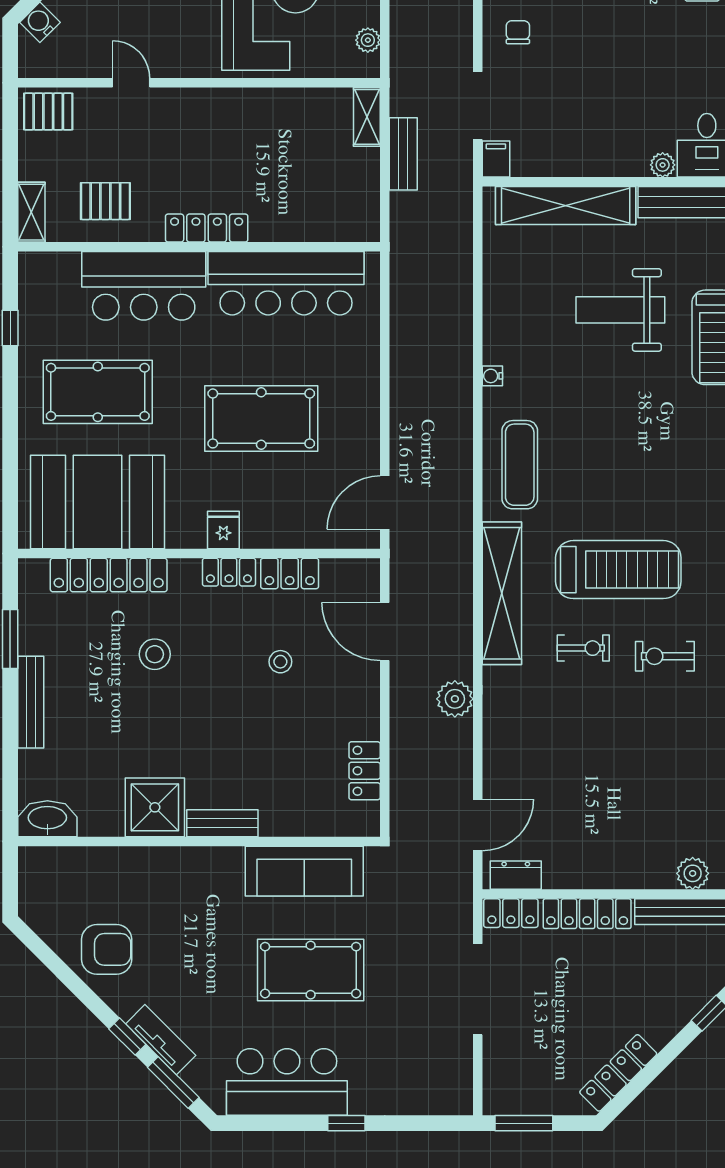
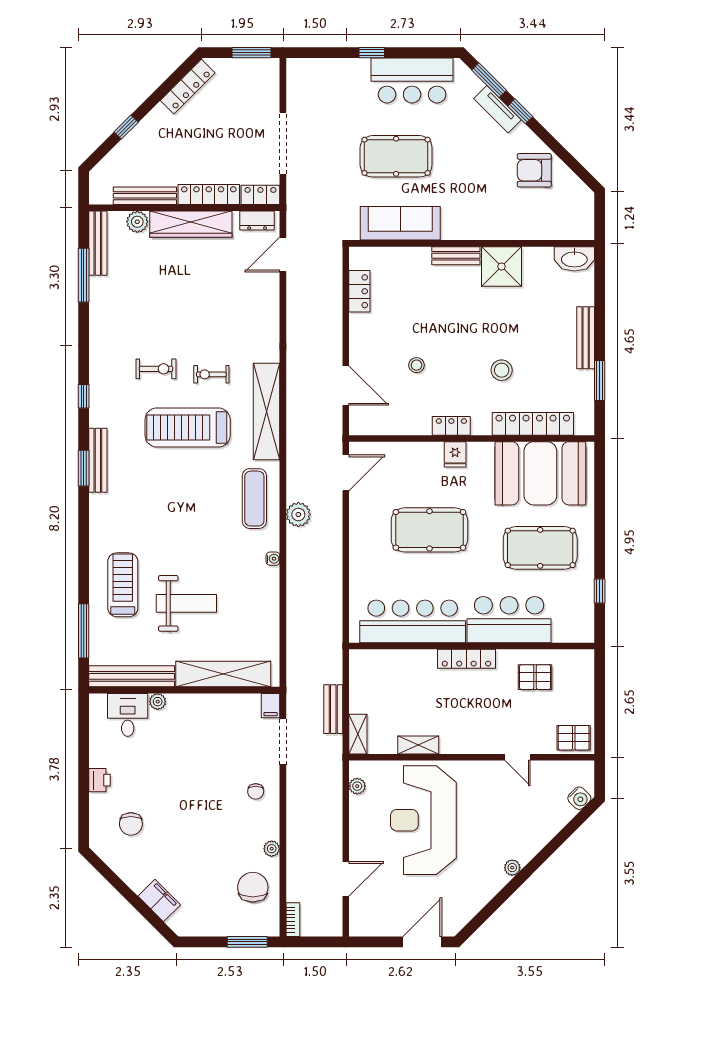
shelving: (31, 212) -> (418, 745), moved, turned 90
locker: (290, 573) -> (410, 425), removed
plant: (455, 699) -> (298, 514), moved
wardrobe: (613, 870) -> (191, 224), added

